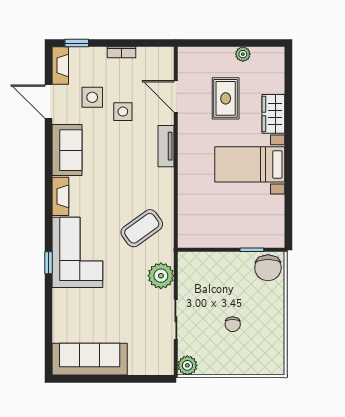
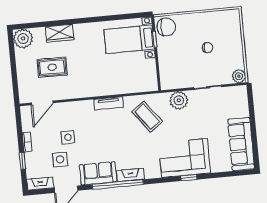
window: (77, 43) -> (22, 161), moved
plant: (243, 54) -> (23, 39), moved, width x1.87, depth x1.87
door: (176, 96) -> (42, 103), moved
tv unit: (166, 146) -> (109, 103), moved
bed with nightstands: (250, 164) -> (129, 39), moved, turned 90
window: (49, 177) -> (118, 184), added
corner sofa: (77, 252) -> (184, 158), moved
window: (49, 263) -> (189, 178), moved

